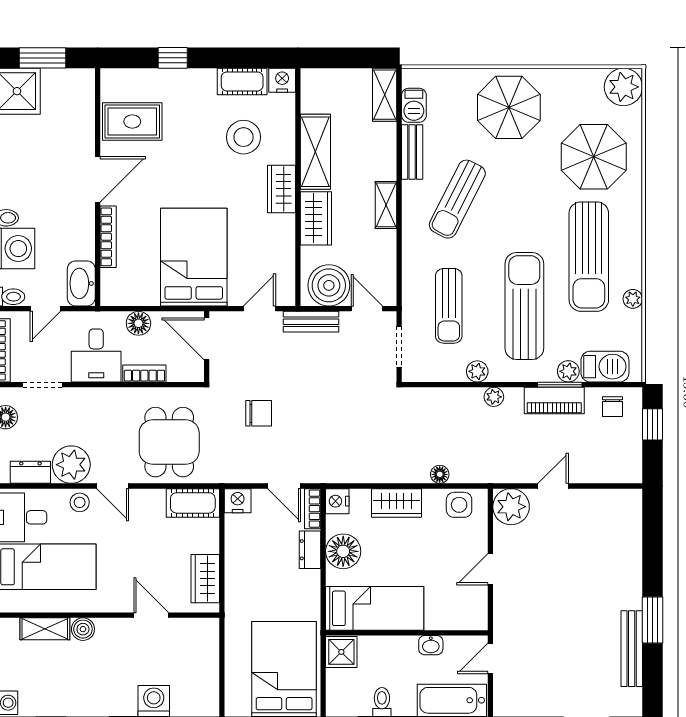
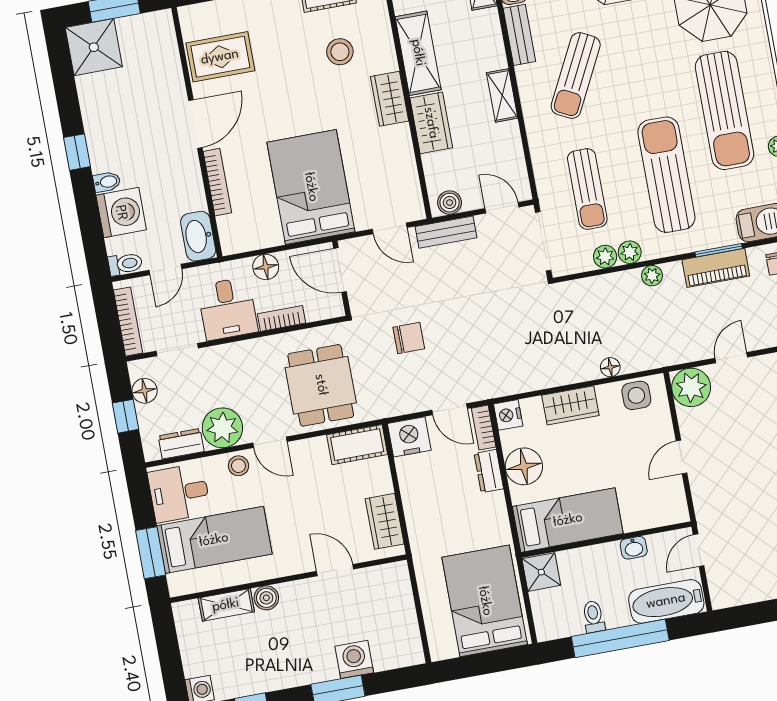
stool: (244, 137) -> (340, 52), width x0.73, depth x0.73
boiler: (329, 285) -> (450, 203), width x0.54, depth x0.54
door: (260, 309) -> (390, 228), swing flipped
doorway: (399, 347) -> (543, 241), width x1.38
plant: (568, 371) -> (605, 257), moved
nightstand: (238, 501) -> (409, 437), width x1.36, depth x1.33

